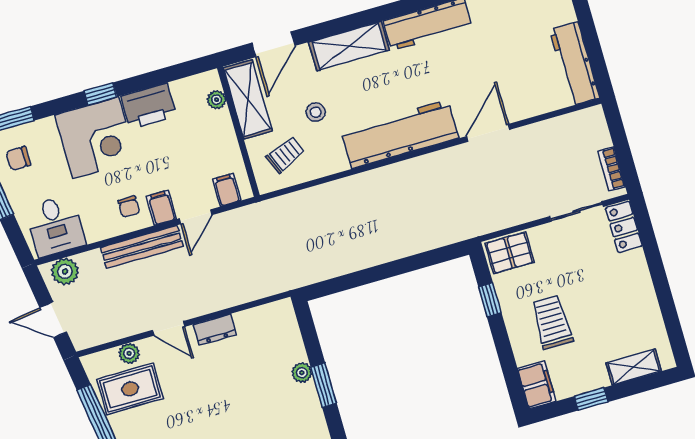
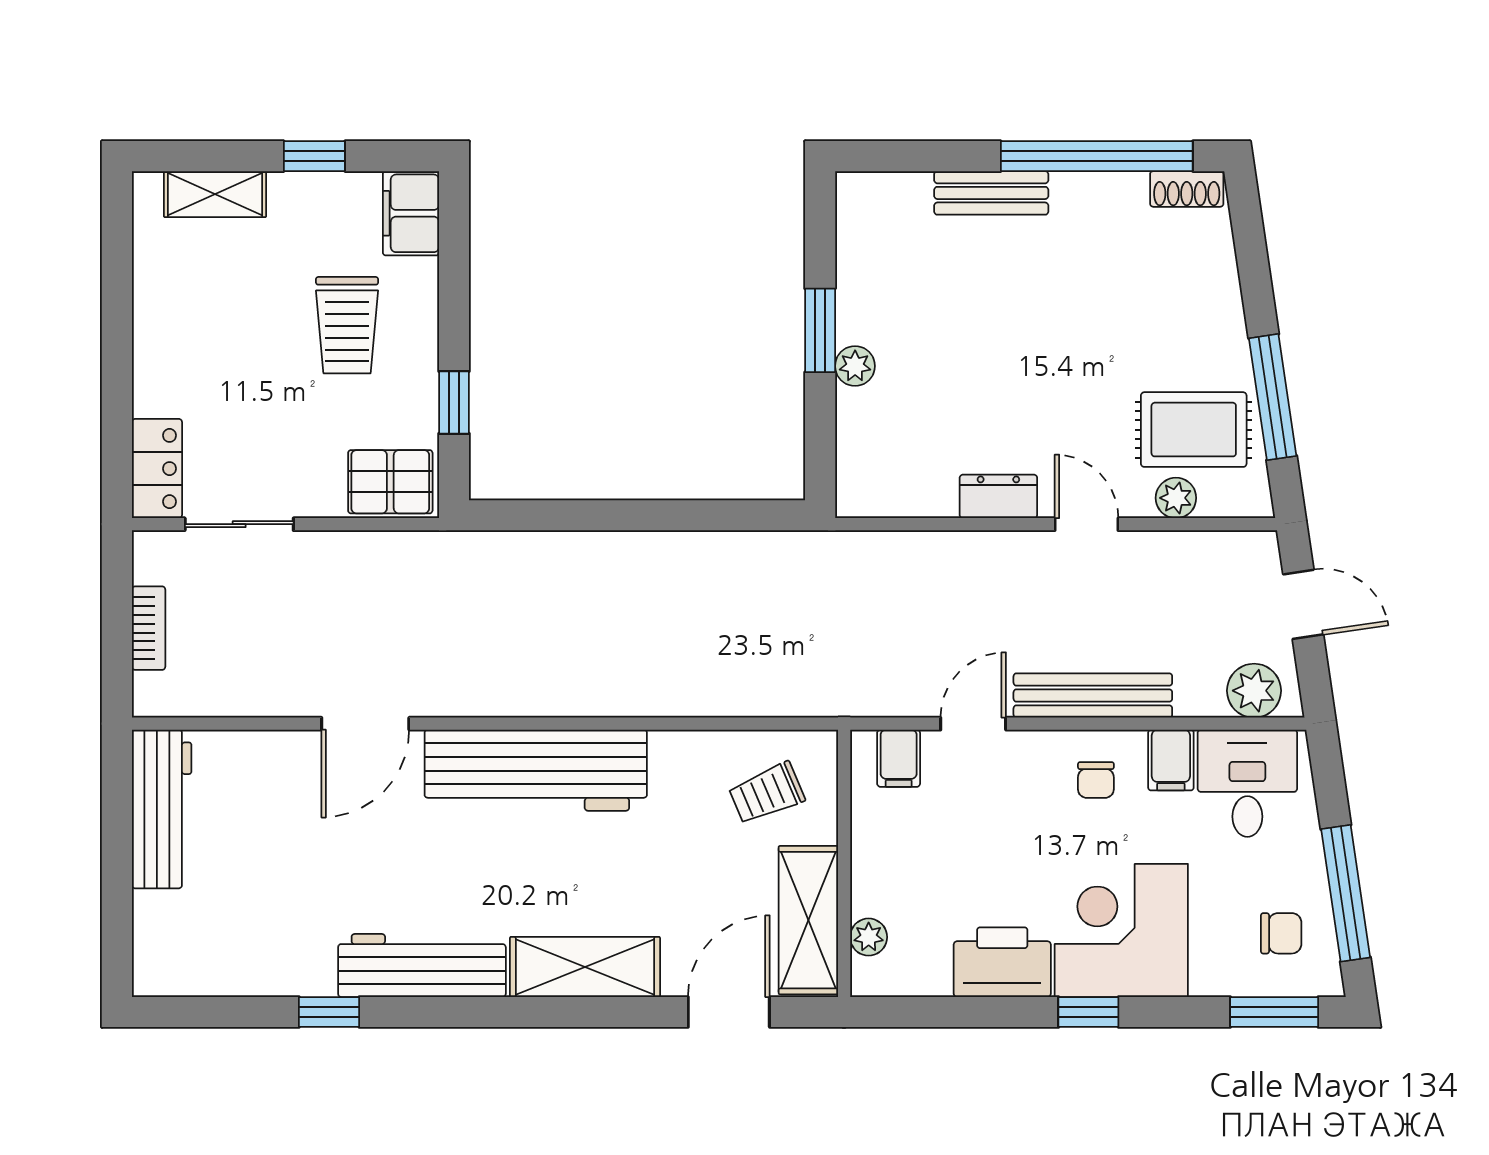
stool: (316, 112) -> (685, 858), removed
bookcase: (611, 169) -> (149, 628), moved
chair: (129, 207) -> (1096, 780), turned 180
filing cabinet: (161, 208) -> (1171, 760), moved

